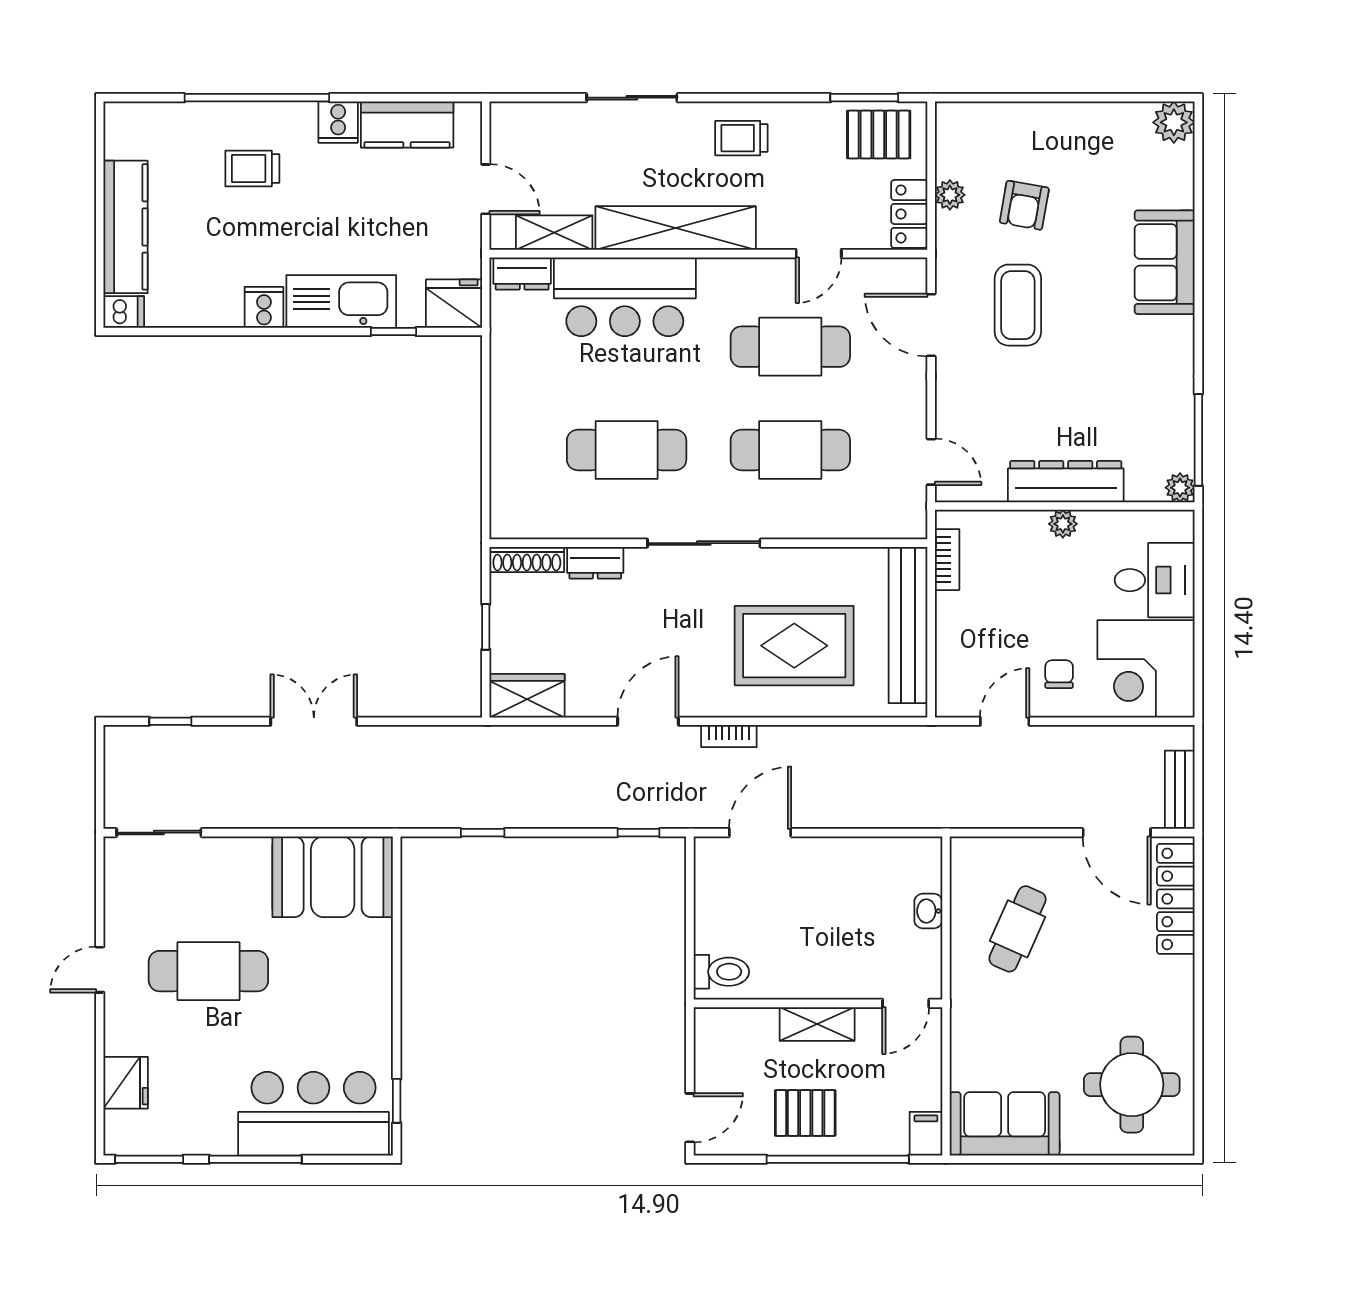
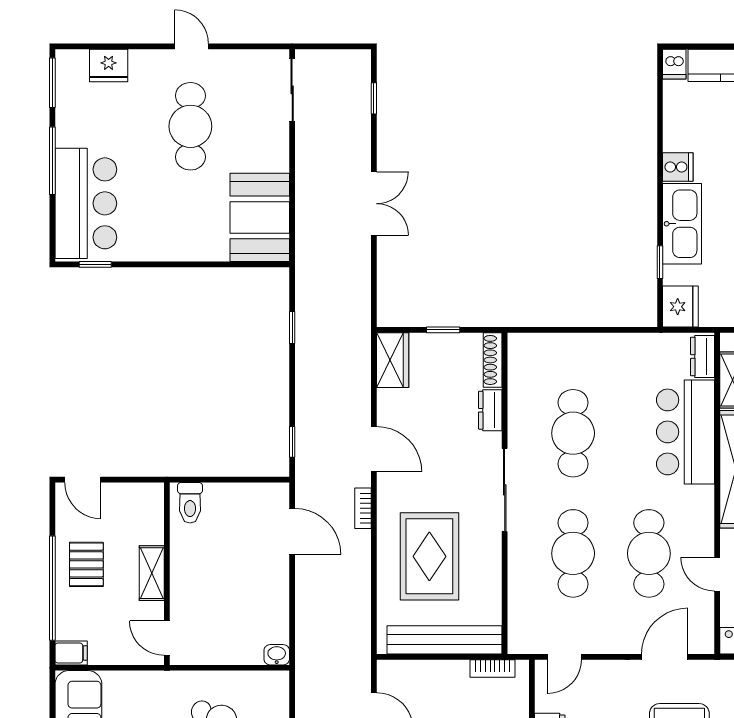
washbasin: (928, 911) -> (277, 655), moved

